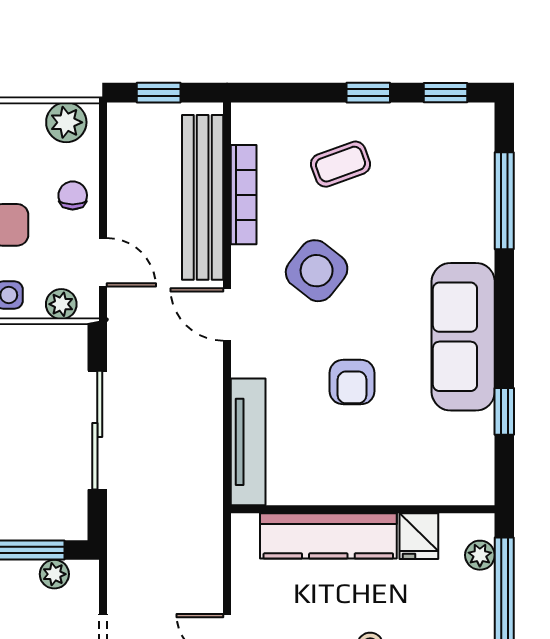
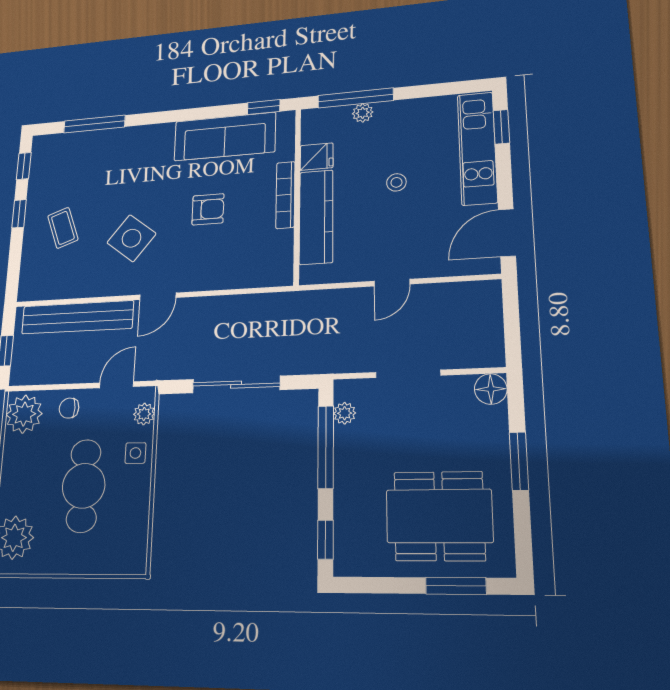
plant: (66, 122) -> (24, 414), width x1.36, depth x1.36
bookcase: (244, 195) -> (285, 195), moved, turned -90
sofa: (463, 337) -> (225, 137), moved
window: (504, 411) -> (264, 107), moved
tv unit: (248, 442) -> (248, 276), removed
plant: (480, 555) -> (363, 113), moved

